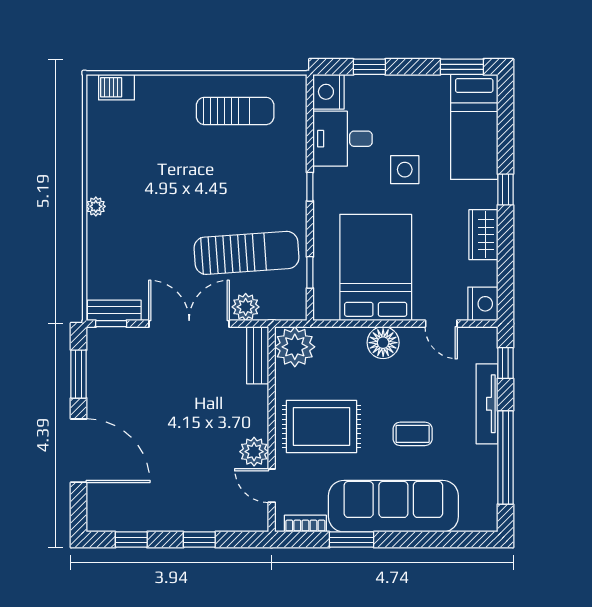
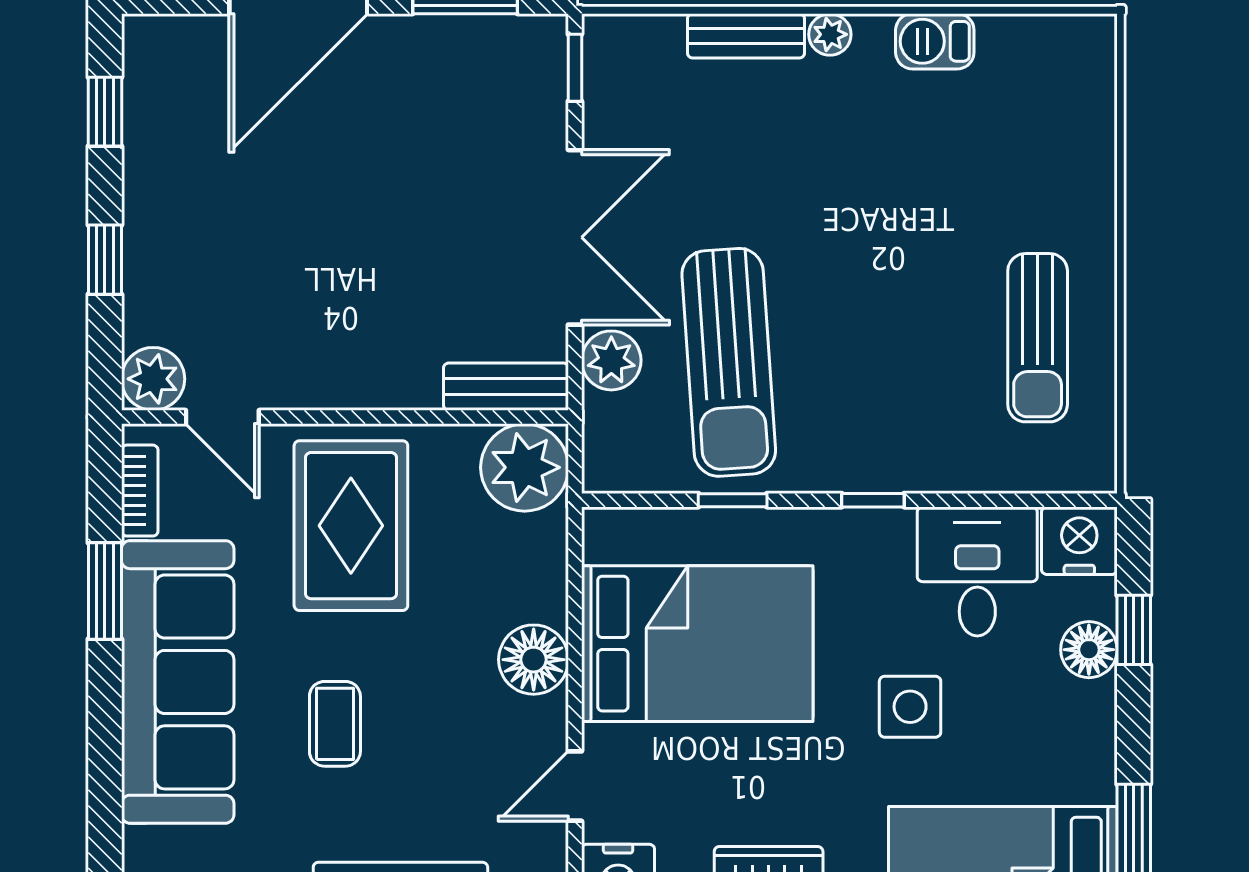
barbecue: (117, 87) -> (935, 41), moved, turned -90
floor lamp: (378, 87) -> (1089, 650), added
window: (310, 272) -> (733, 500), moved
bench: (114, 310) -> (746, 36), moved, turned 90
plant: (254, 452) -> (153, 379), moved
door: (272, 486) -> (222, 417), swing flipped

